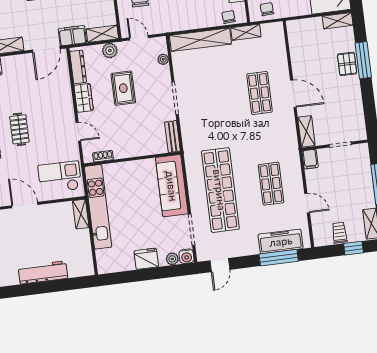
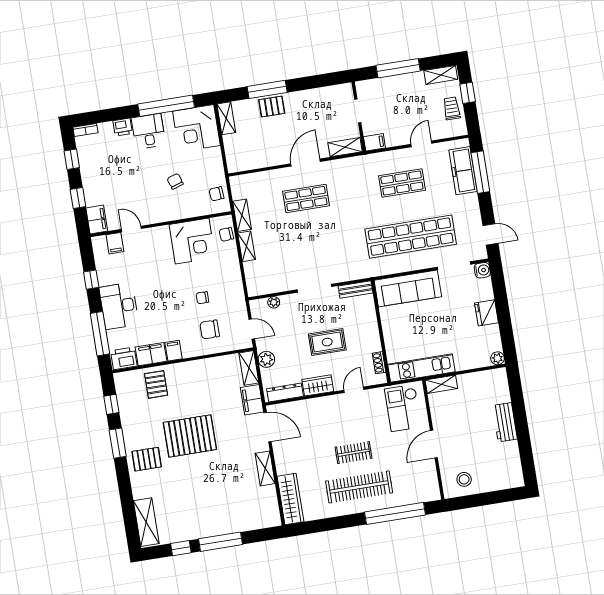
door: (139, 38) -> (252, 329), swing flipped
shelving: (201, 40) -> (247, 246), width x0.45, depth x0.75
rug: (123, 88) -> (327, 342), moved
kitchen unit: (98, 207) -> (421, 368), width x0.73
trolley: (339, 233) -> (452, 108), turned 90
plant: (172, 259) -> (498, 358), moved
workbench: (43, 272) -> (505, 422), width x0.73

